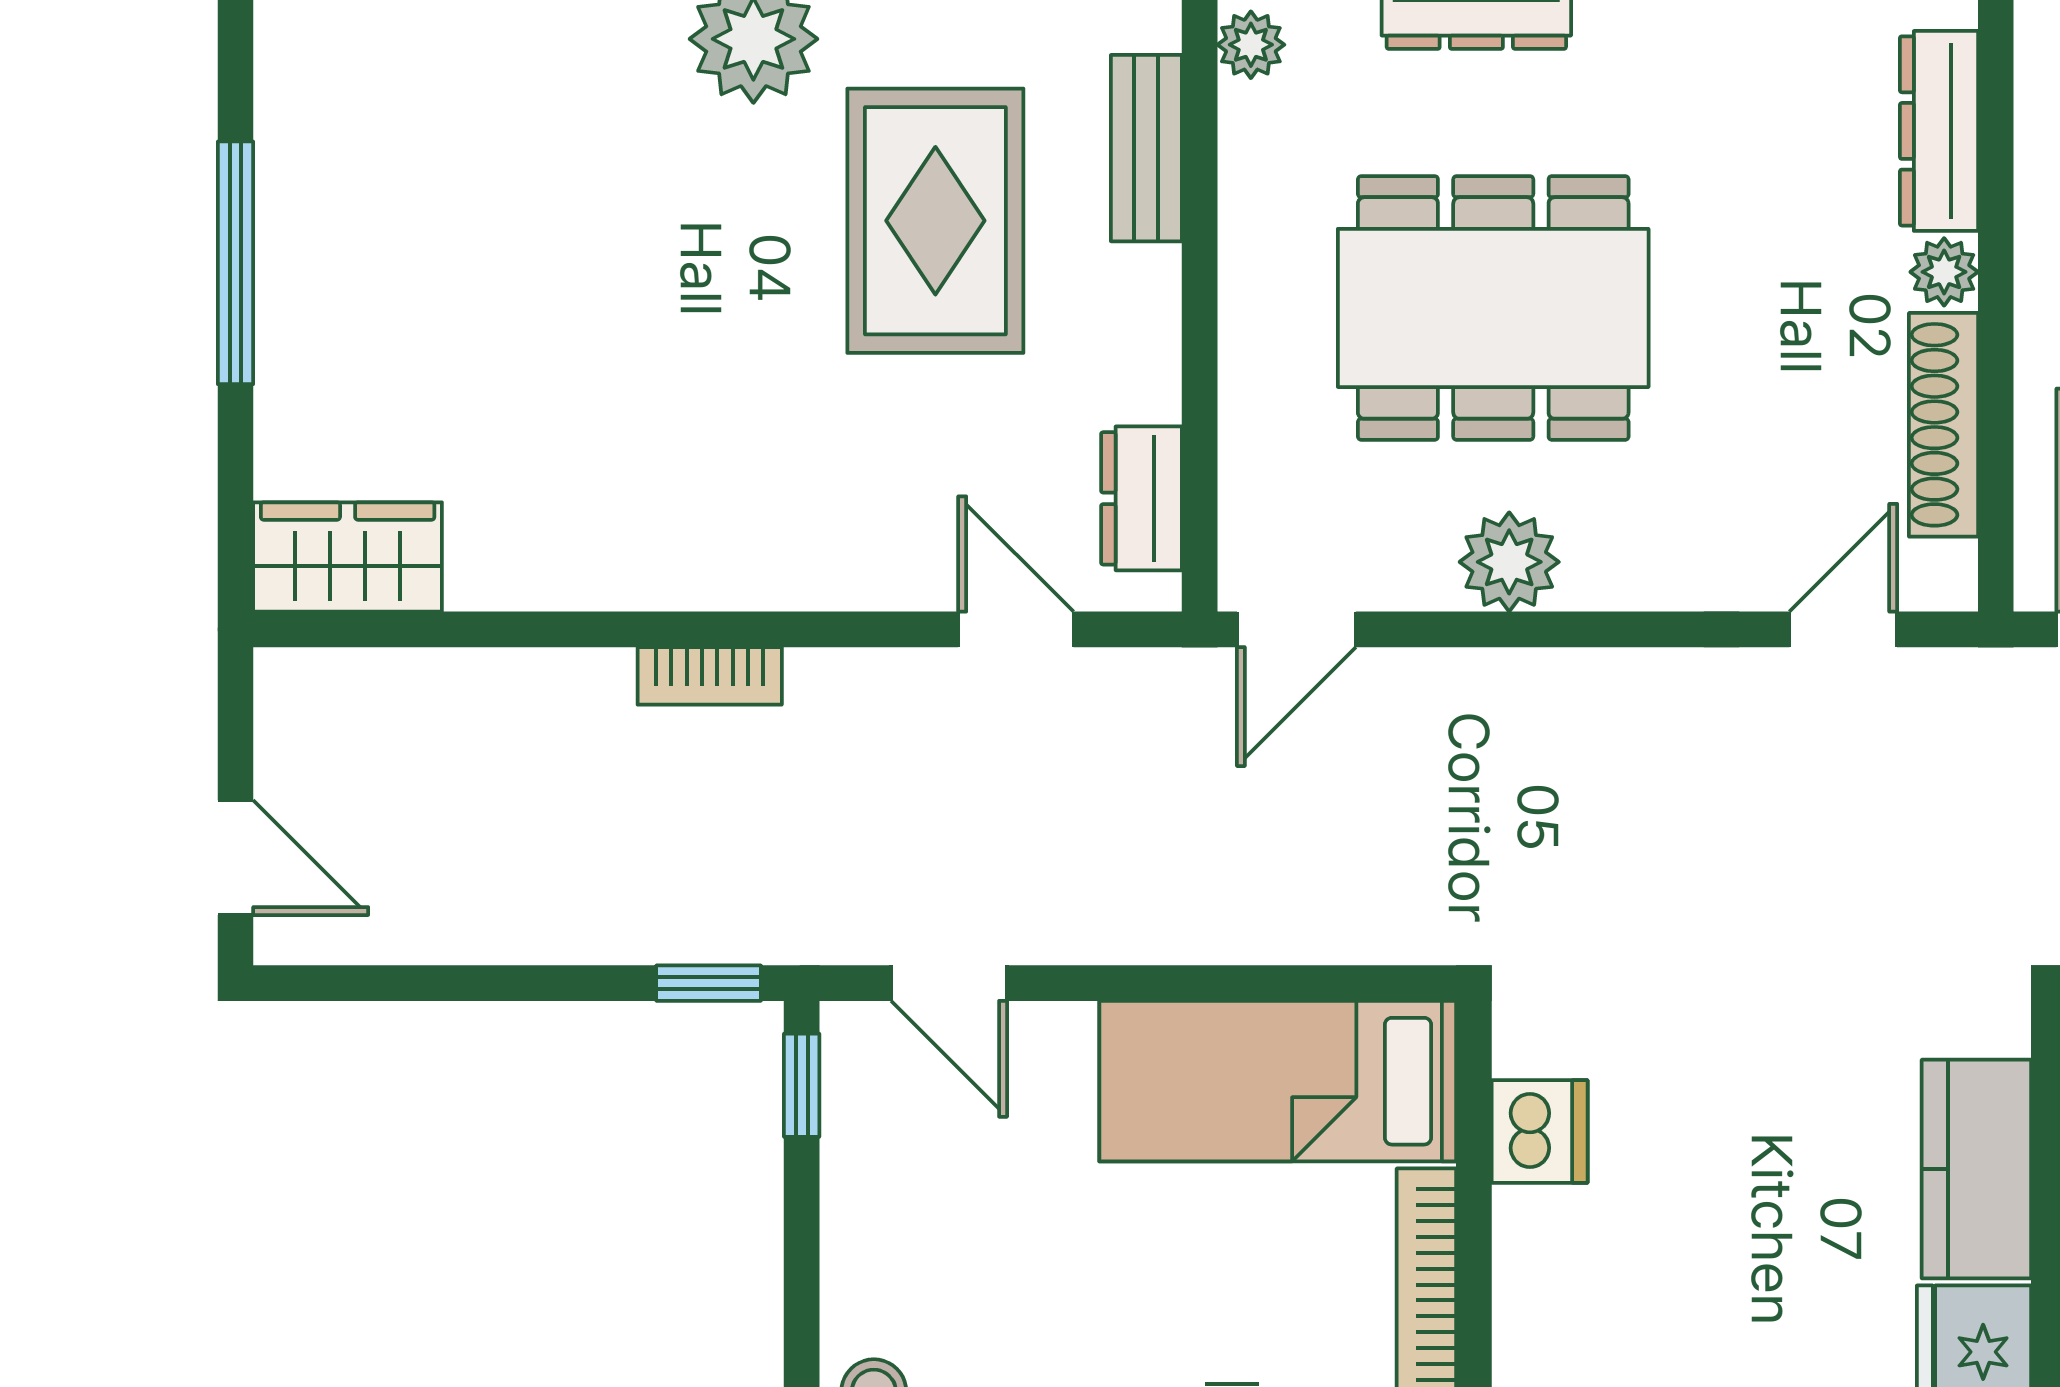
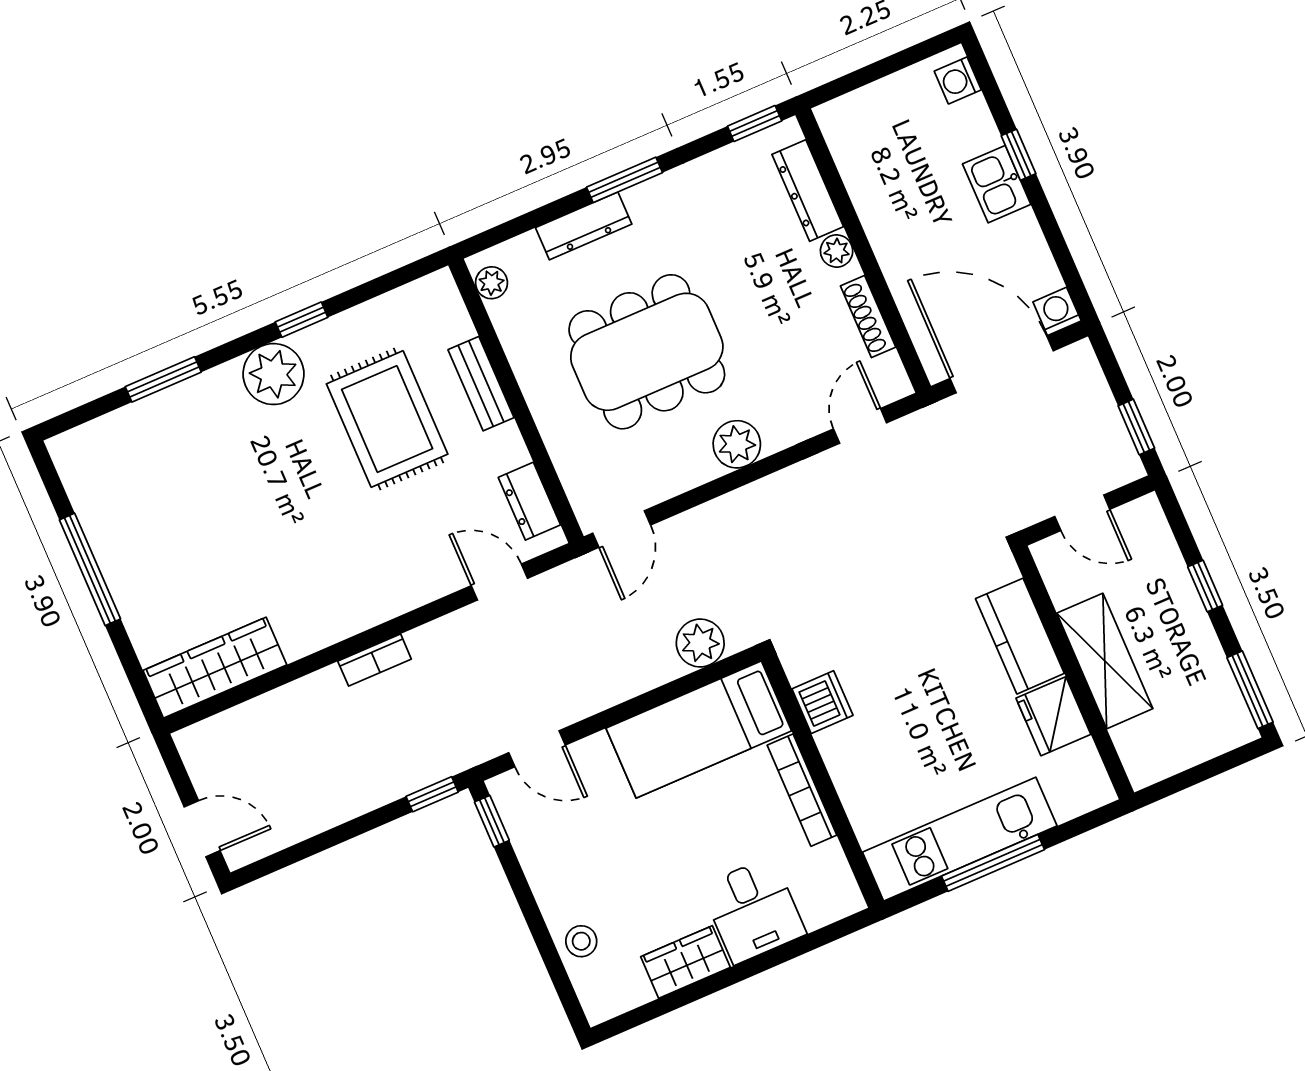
bench: (1146, 148) -> (481, 384), moved
shoe rack: (1943, 425) -> (868, 317), width x0.74, depth x0.81
wardrobe: (348, 557) -> (215, 668), width x1.50
plant: (1509, 562) -> (737, 444), moved
plant: (1353, 915) -> (700, 643), added

